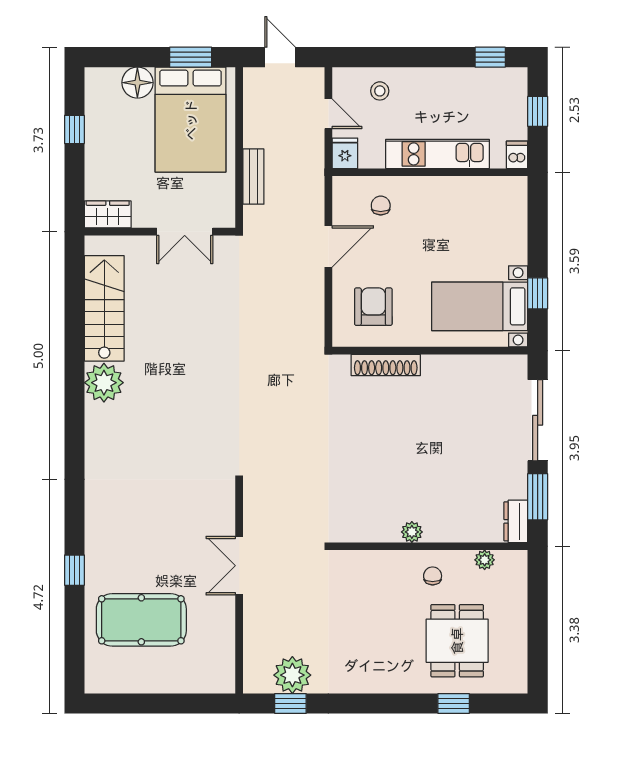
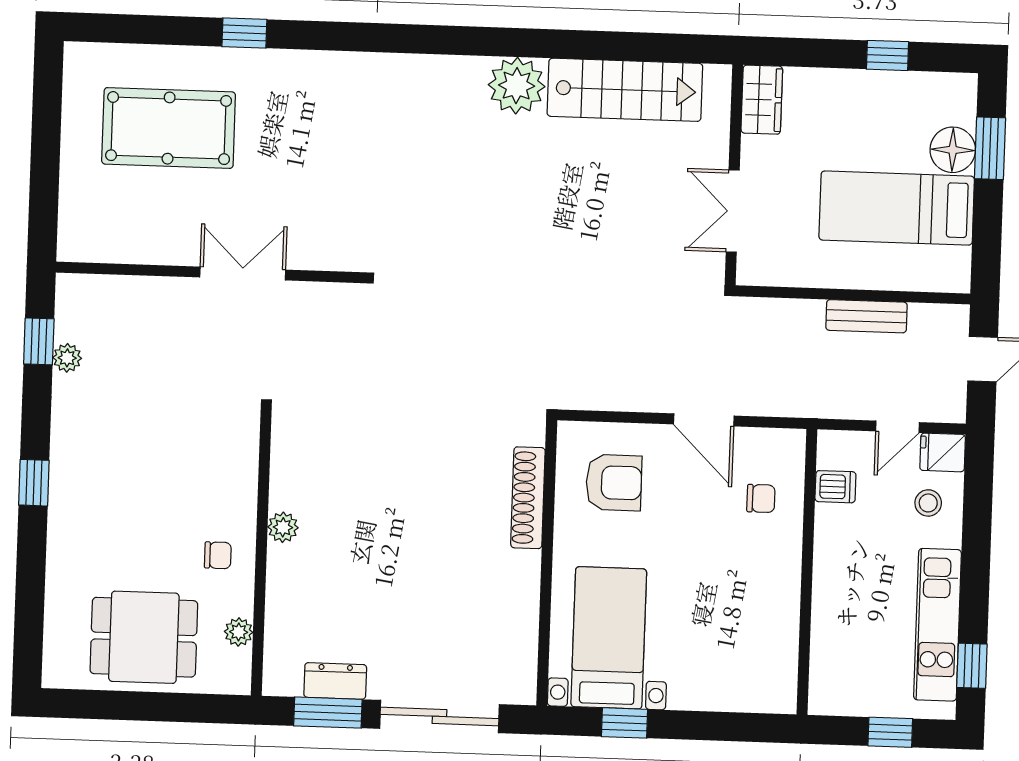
window: (191, 57) -> (990, 148), moved
bed: (191, 120) -> (897, 208), width x0.67
fridge: (345, 153) -> (943, 452), moved, turned 180
kitchen unit: (437, 154) -> (938, 625), moved, turned 180
dishwasher: (517, 155) -> (835, 487), moved
bench: (253, 177) -> (867, 316), moved
dresser: (516, 521) -> (335, 681), moved
pool table: (141, 620) -> (169, 128), turned 90
dining table: (457, 641) -> (144, 637), moved
plant: (292, 675) -> (67, 358), width x0.53, depth x0.53
window: (454, 704) -> (34, 483), moved

